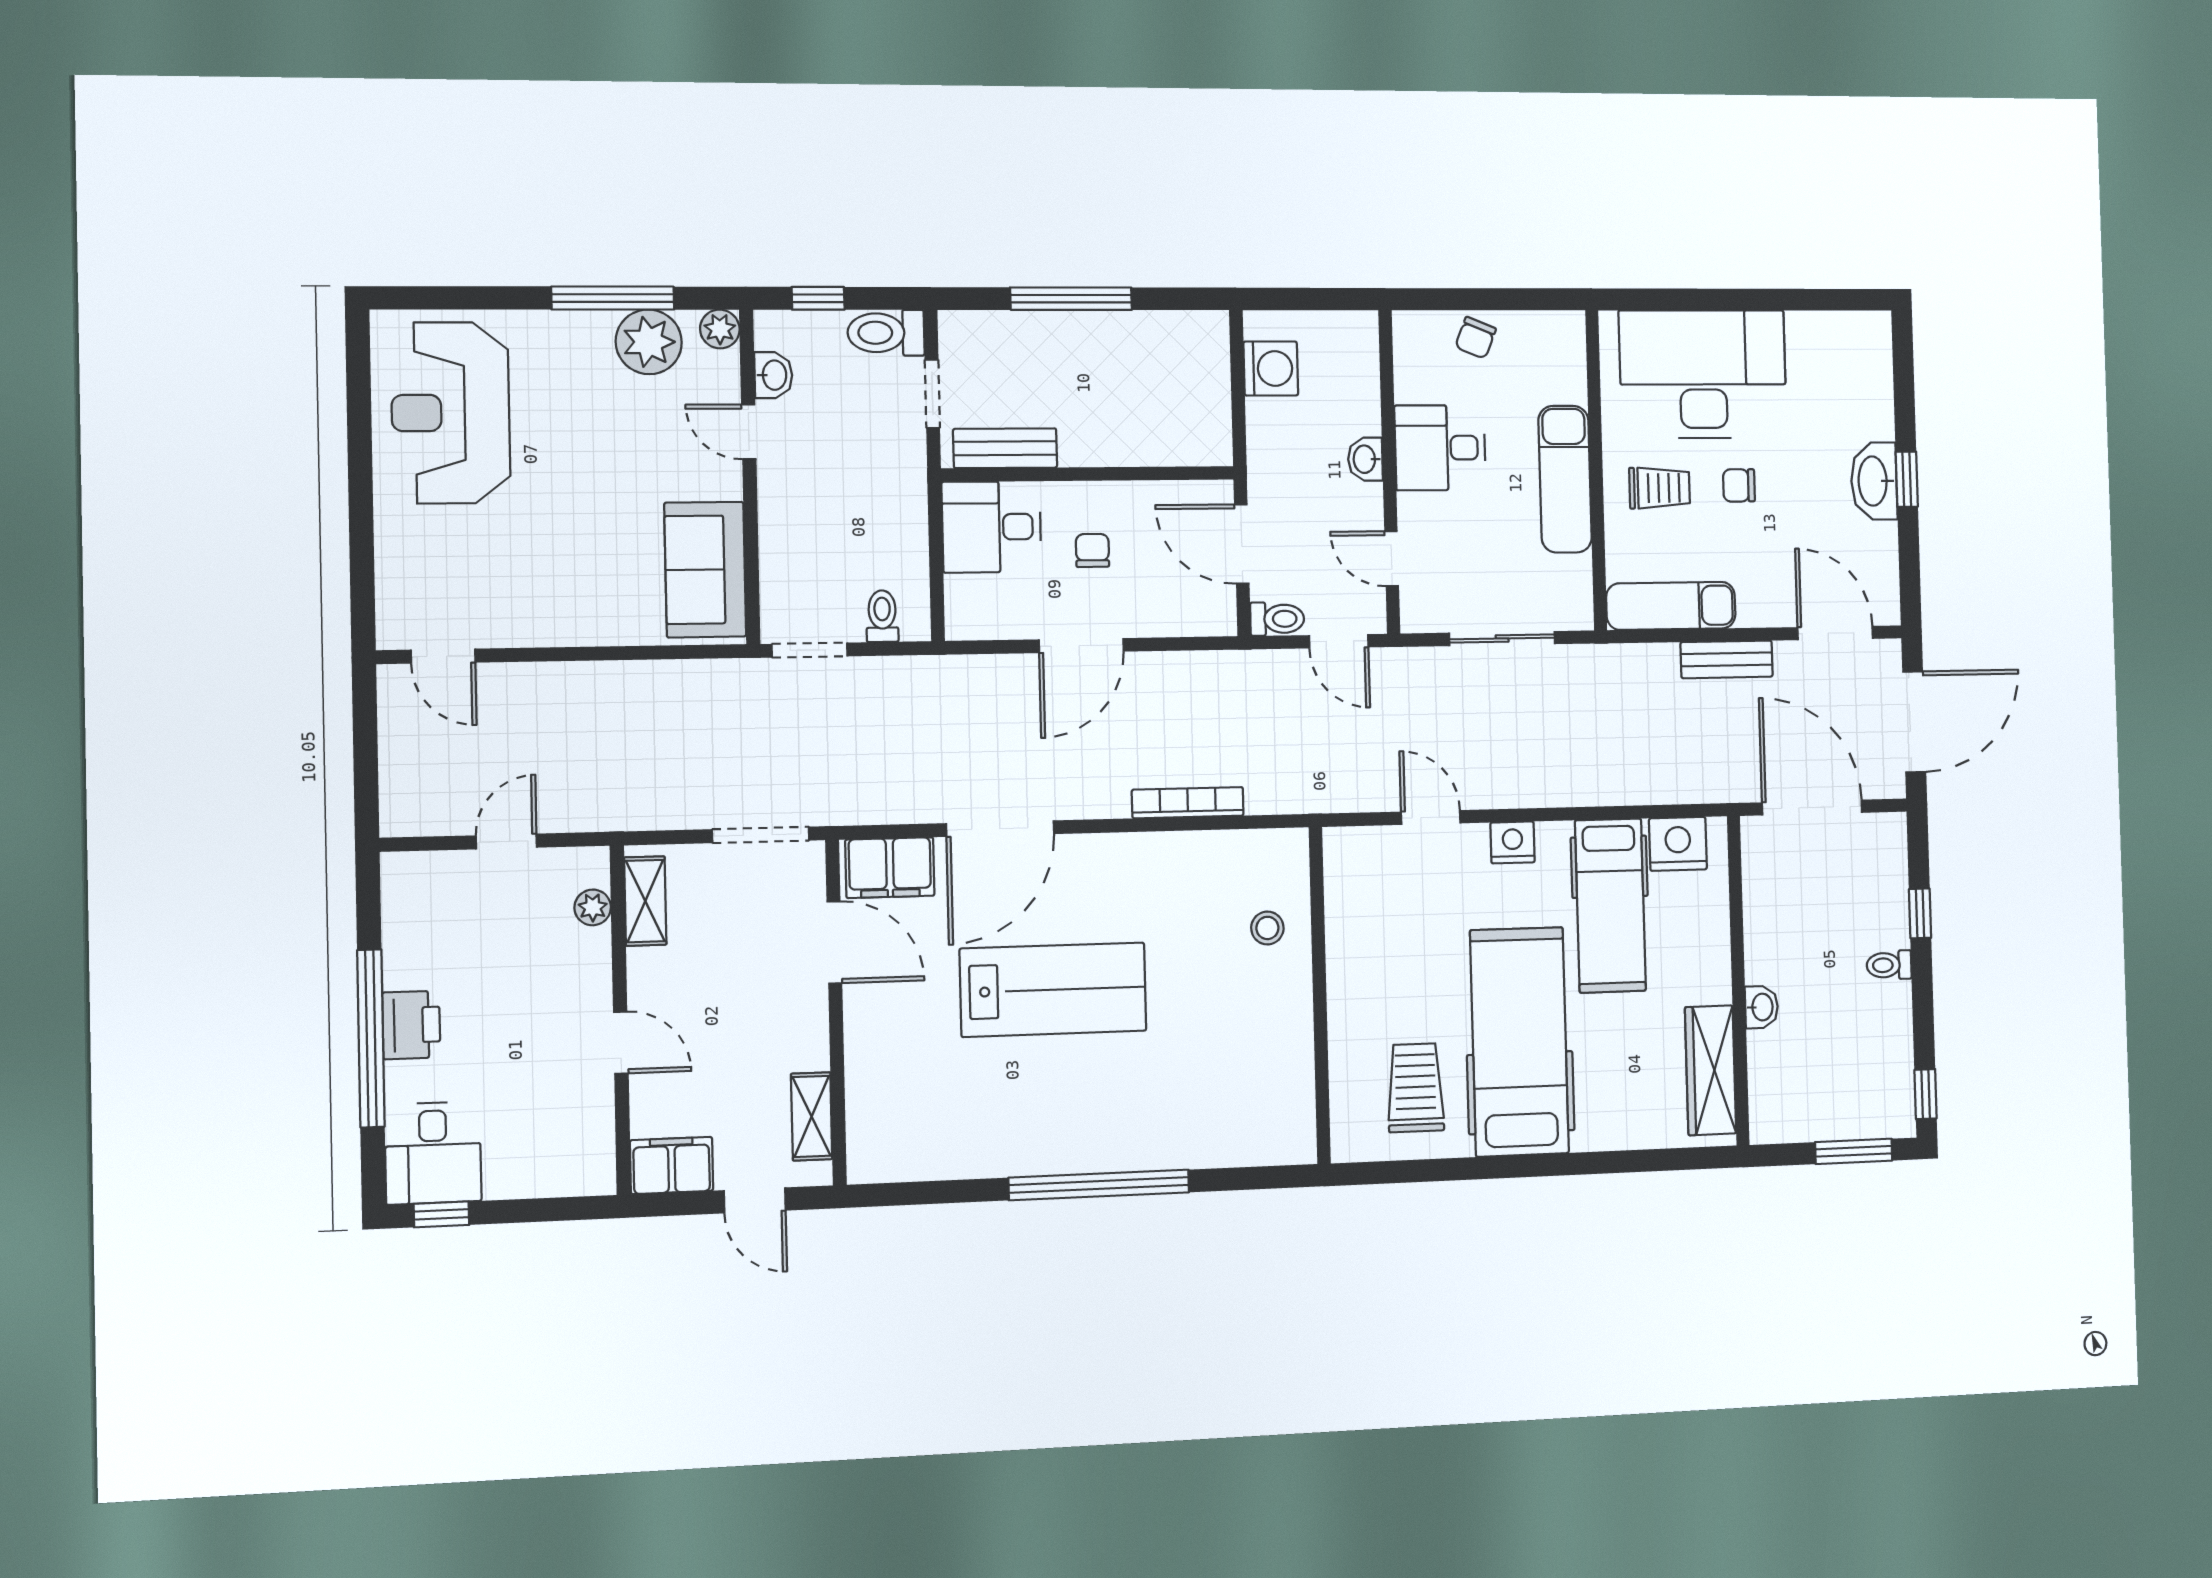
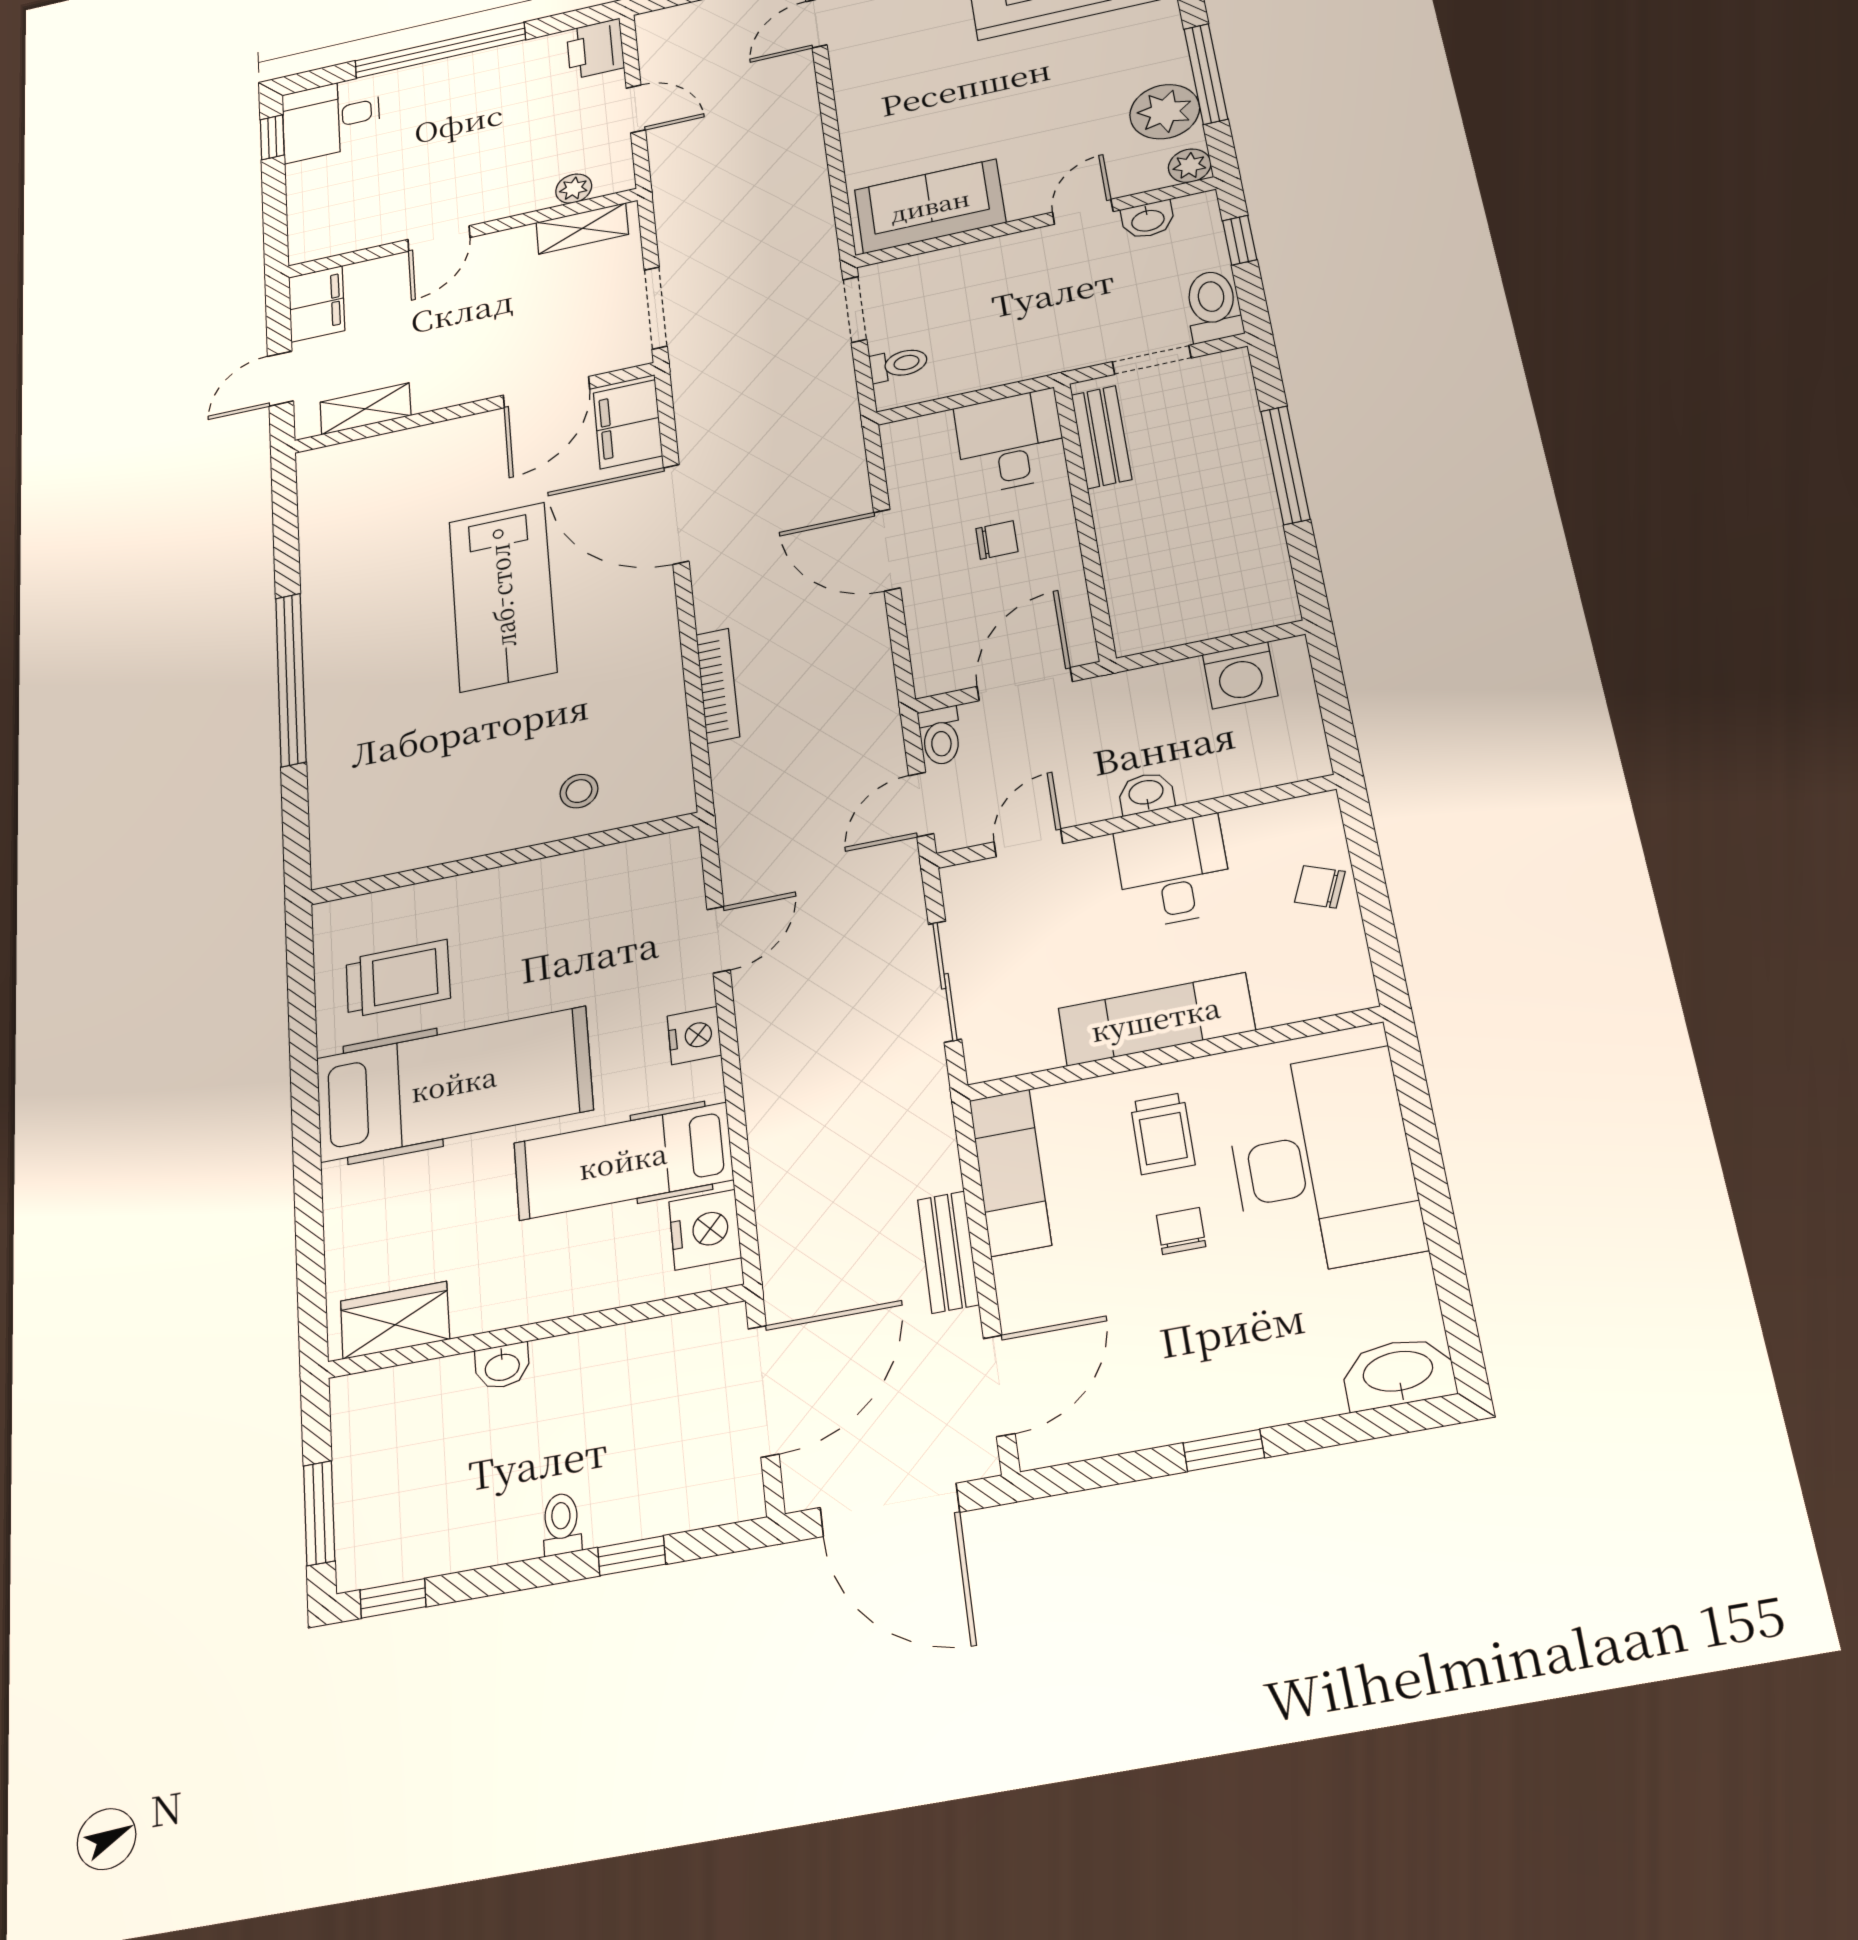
washbasin: (1874, 481) -> (1398, 1373), moved
printer: (411, 1025) -> (595, 49), moved, turned 90
wardrobe: (1711, 1070) -> (395, 1320), width x0.67

